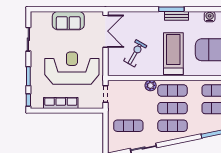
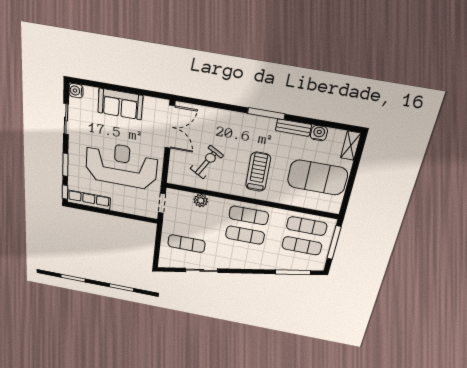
water cooler: (36, 16) -> (76, 91), added
bench: (176, 16) -> (293, 128), moved
treadmill: (173, 54) -> (258, 172), width x0.73, depth x0.73
plant: (151, 85) -> (201, 201), moved
row of seats: (61, 103) -> (89, 200), moved
exercise mat: (172, 126) -> (241, 254), removed

